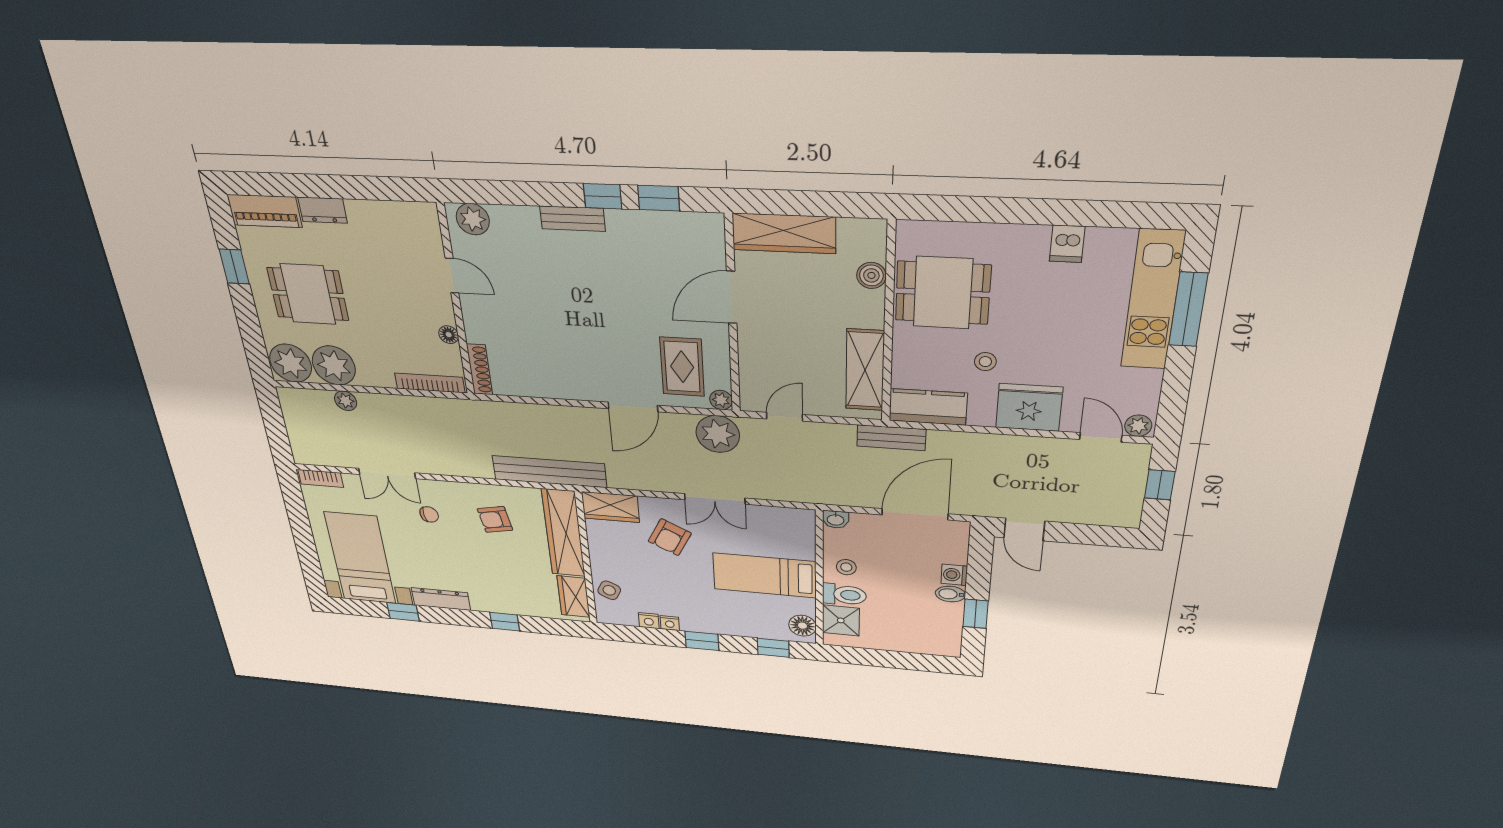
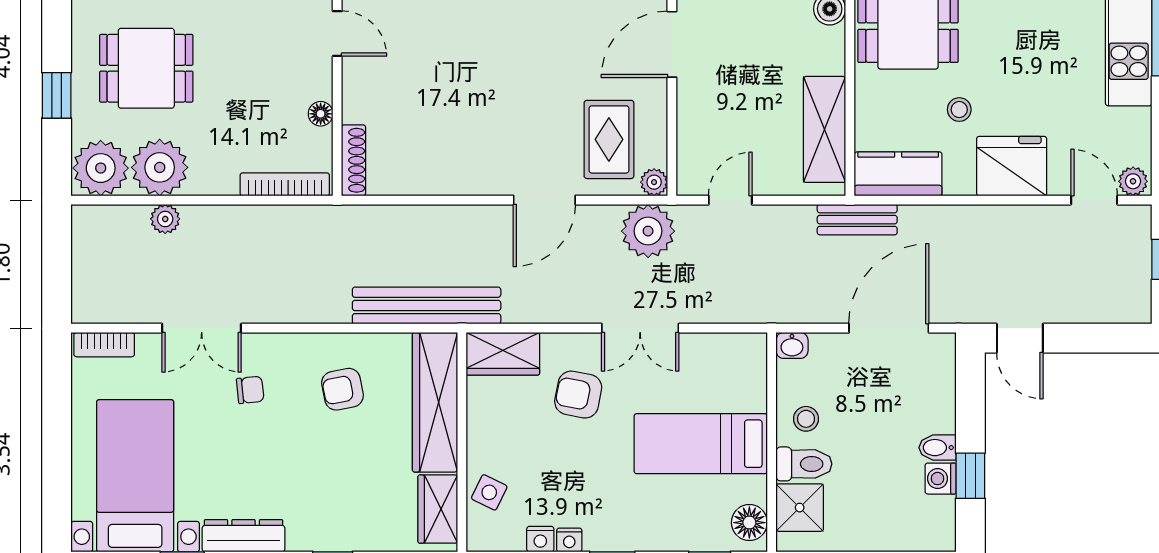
window: (234, 267) -> (57, 95), moved
armchair: (670, 537) -> (578, 395), turned 74
washing machine: (954, 575) -> (941, 479), moved

